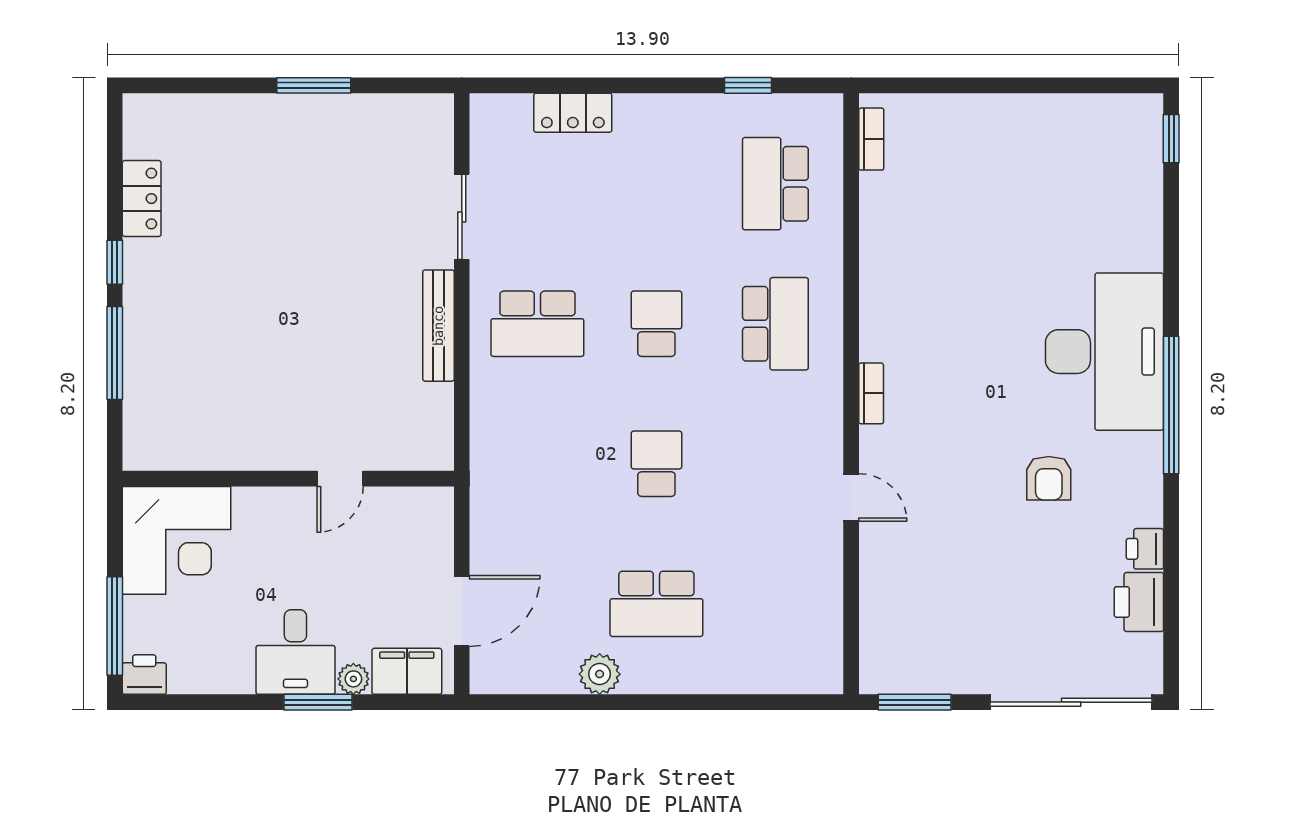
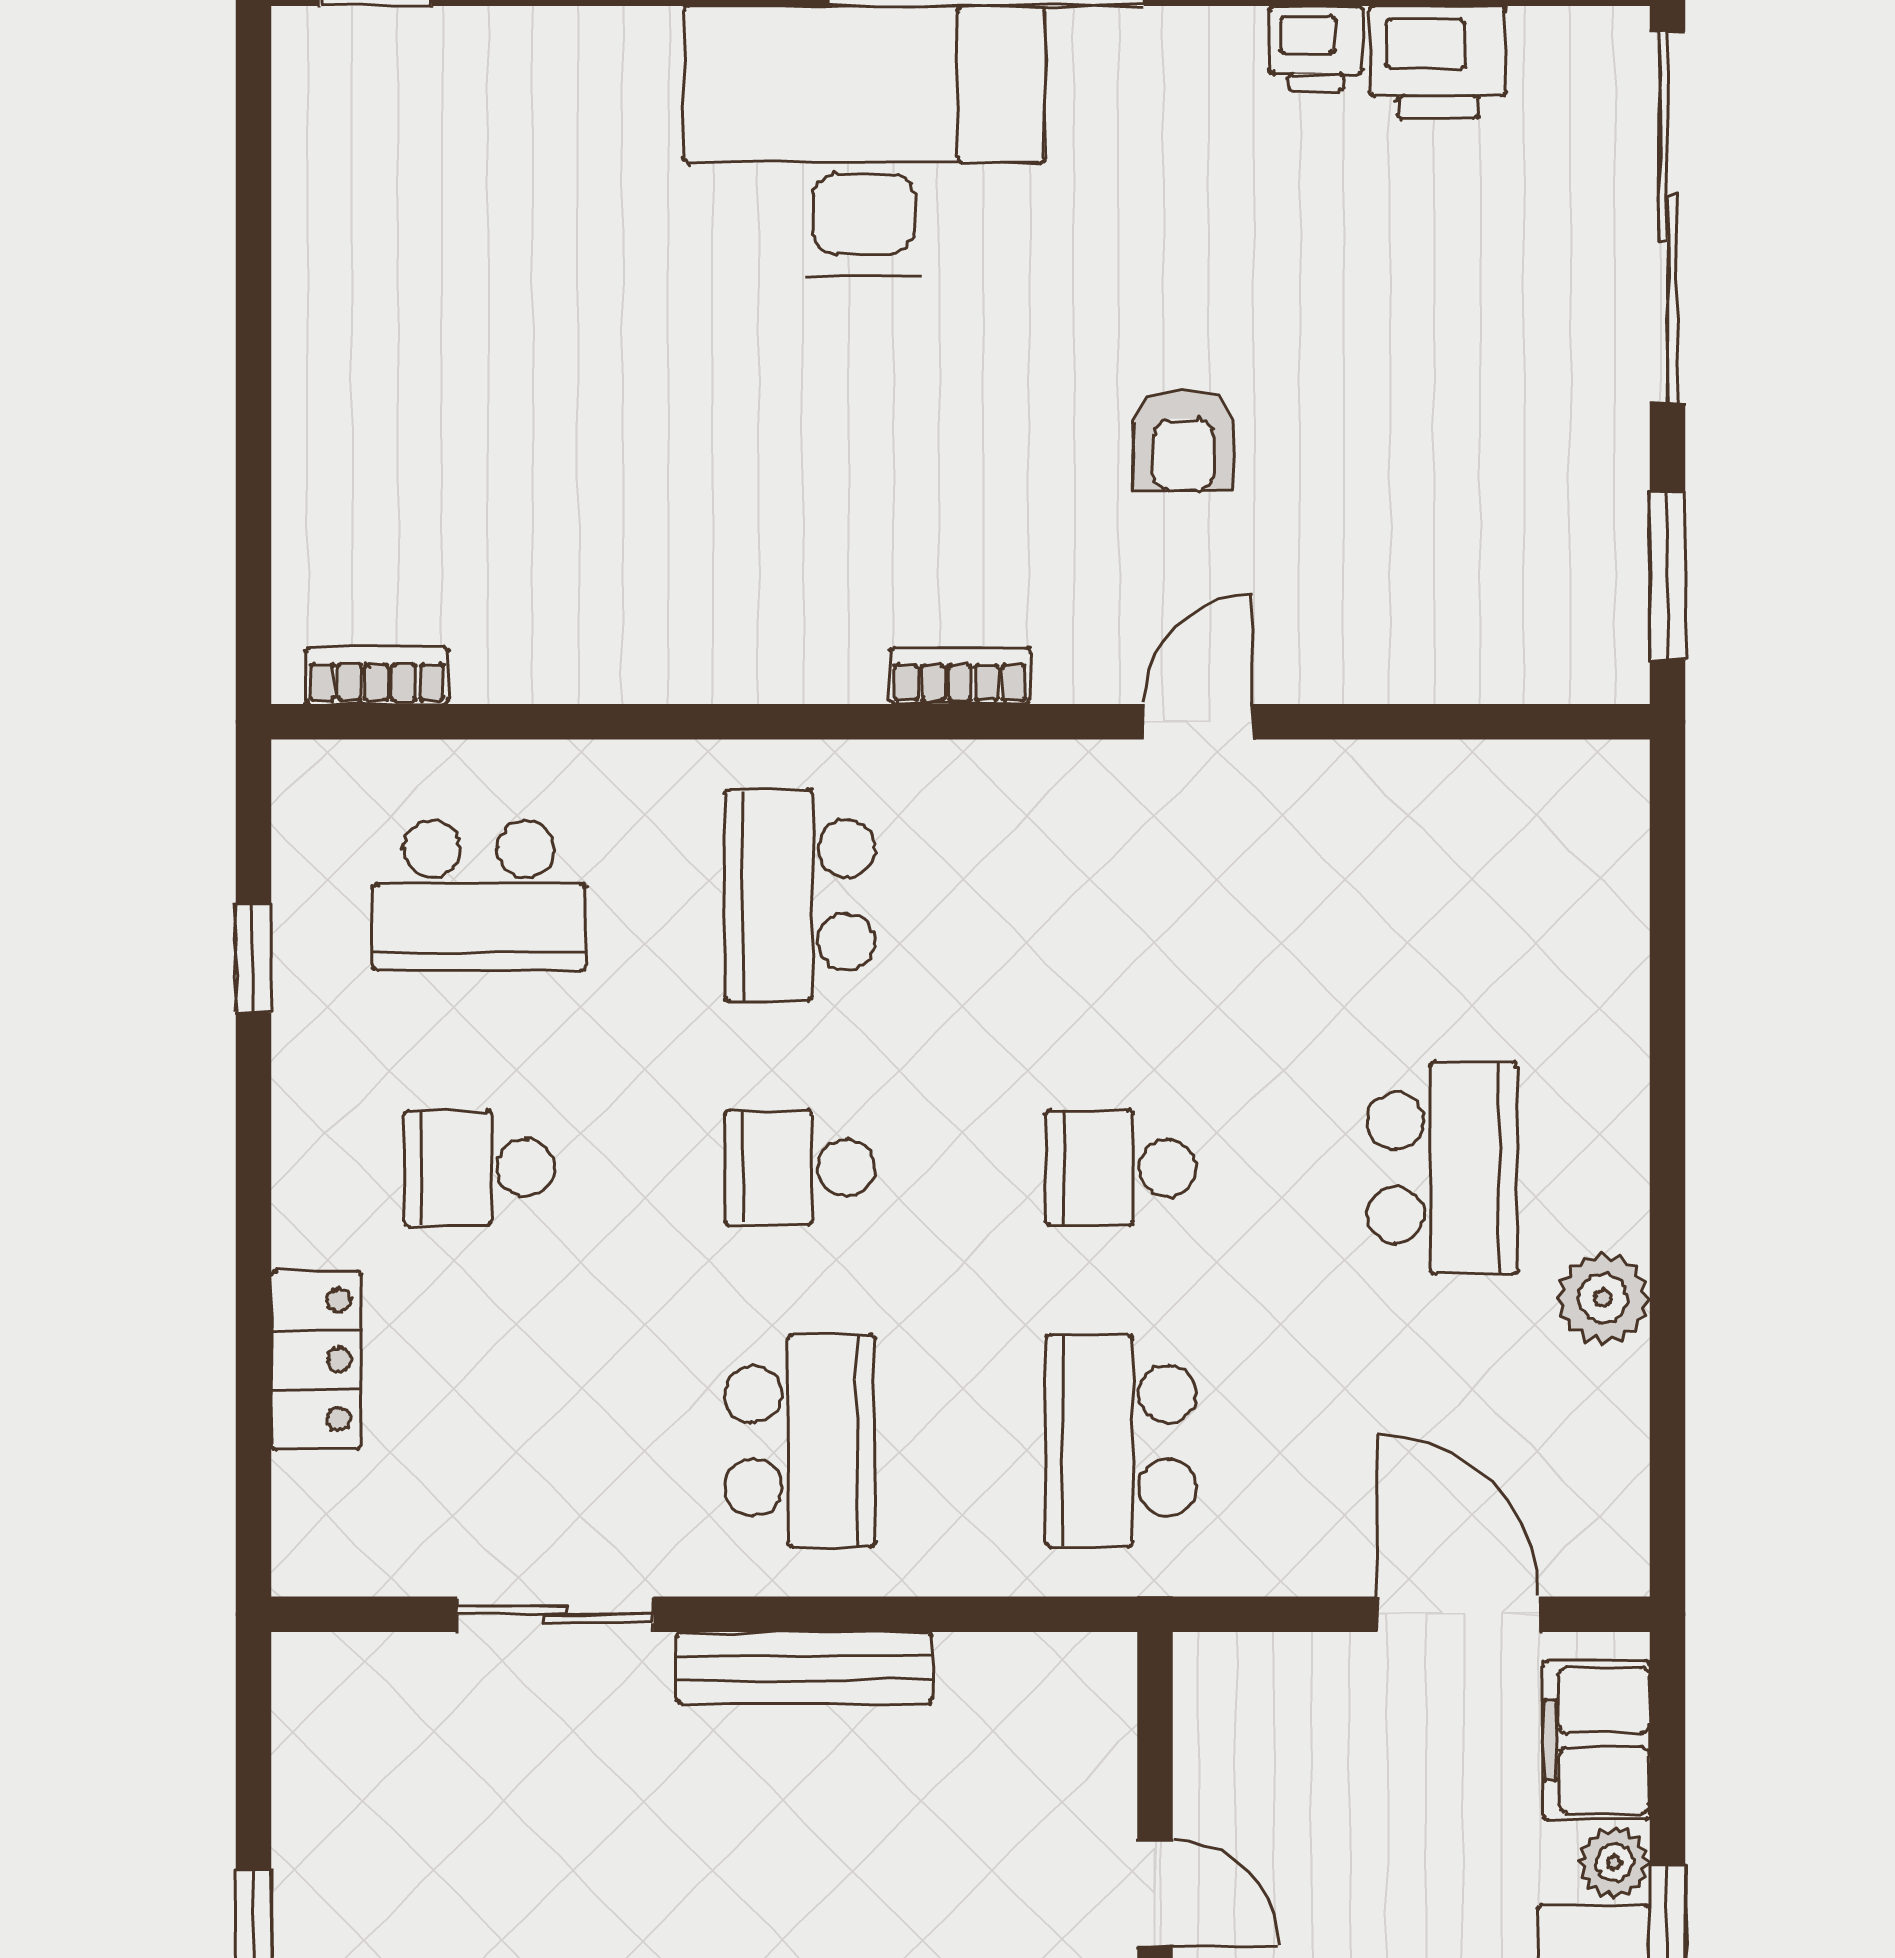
school desk: (656, 184) -> (479, 1168), added
school desk: (775, 324) -> (800, 895), turned -90
school desk: (537, 464) -> (1121, 1441), added
armchair: (1049, 478) -> (1183, 441), moved, turned 90

